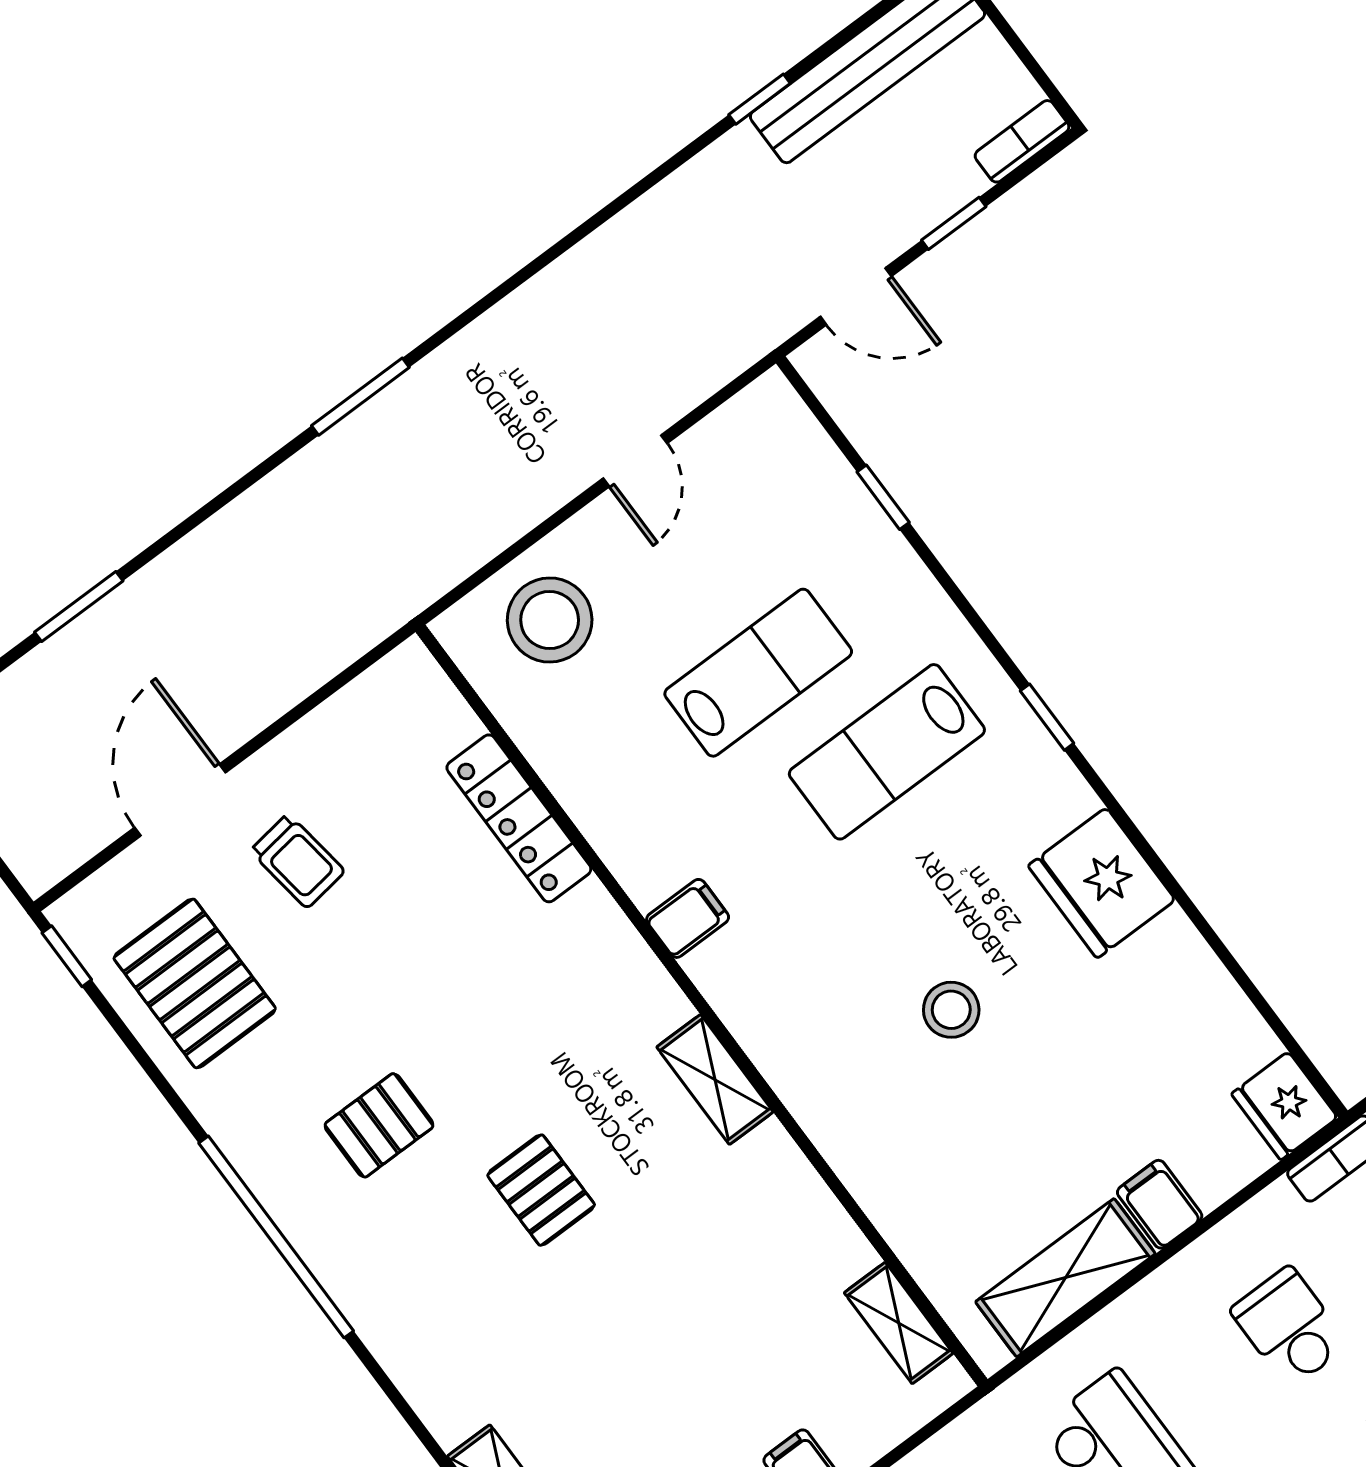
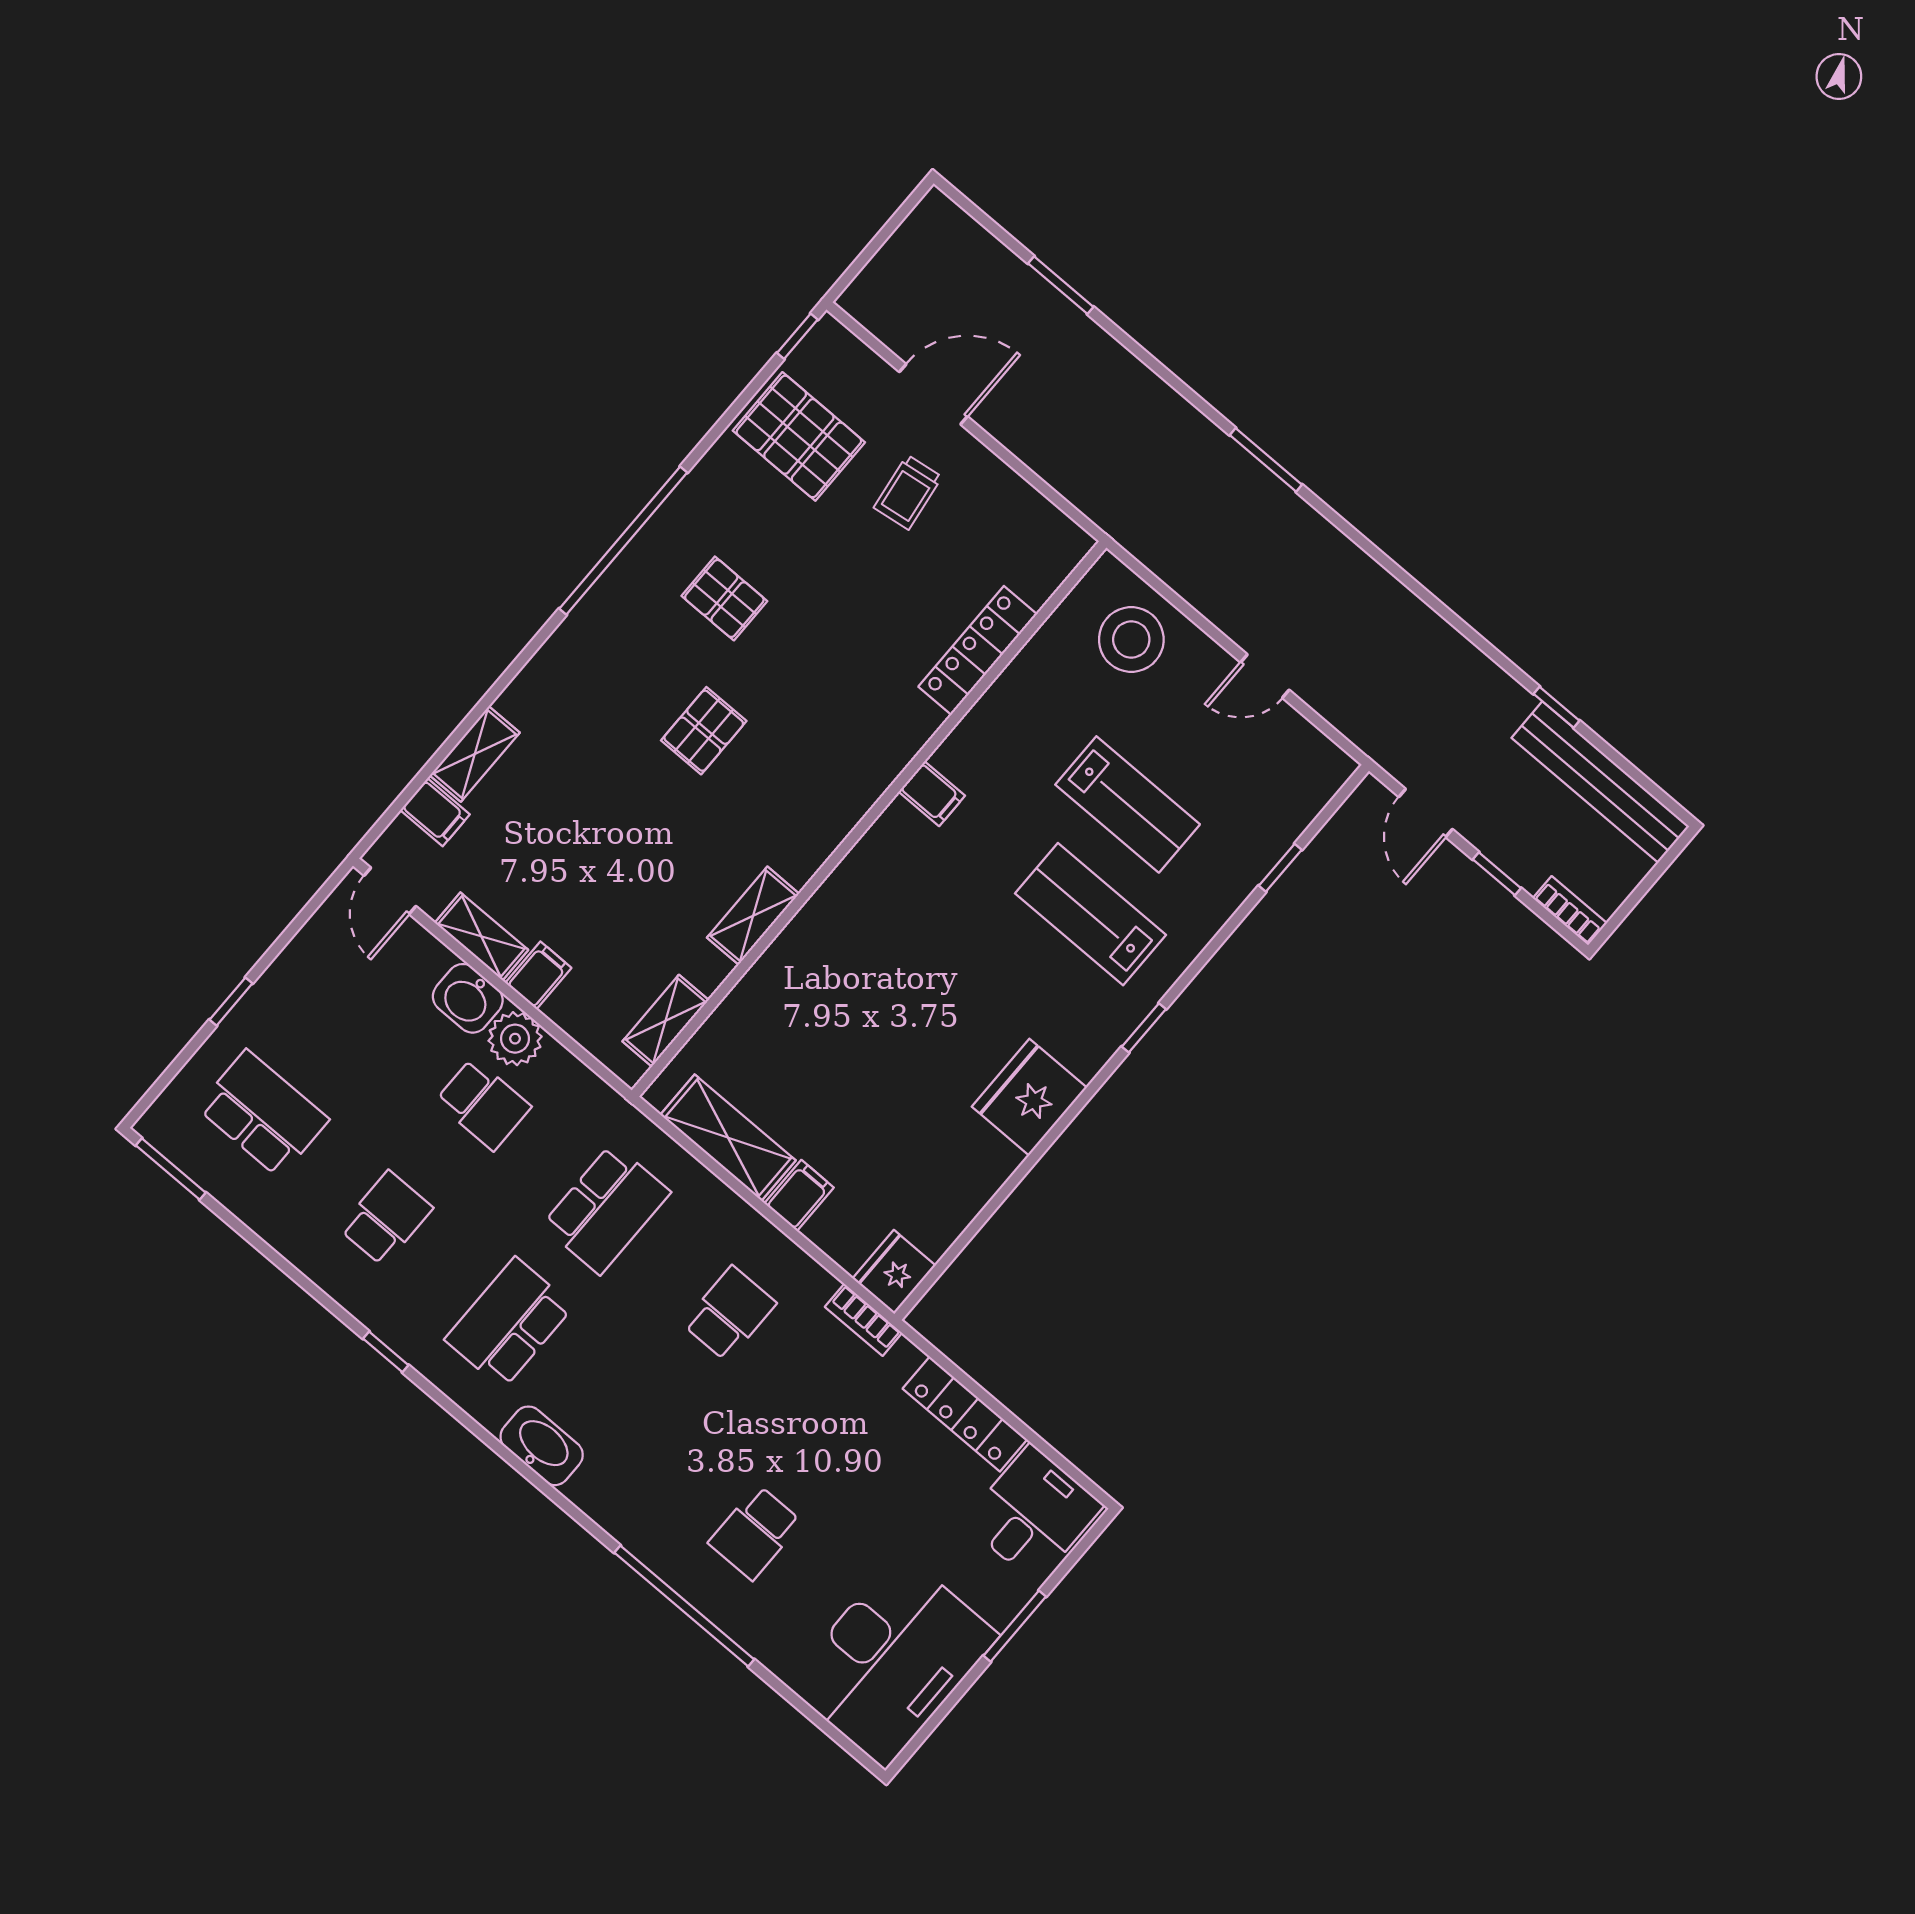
pallet: (195, 983) -> (799, 436), turned 90
stool: (951, 1010) -> (909, 1006), removed
shelving: (715, 1080) -> (753, 916), moved

